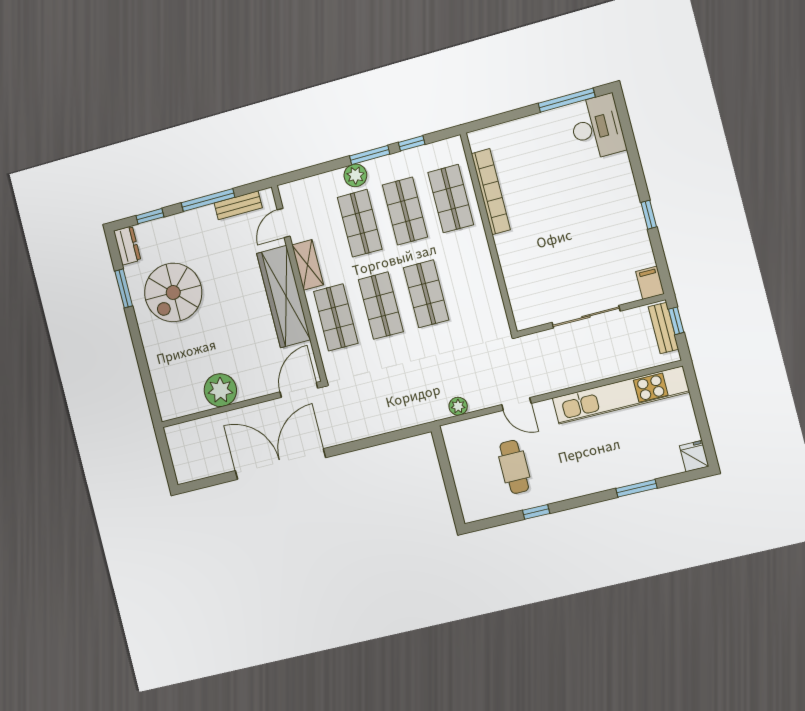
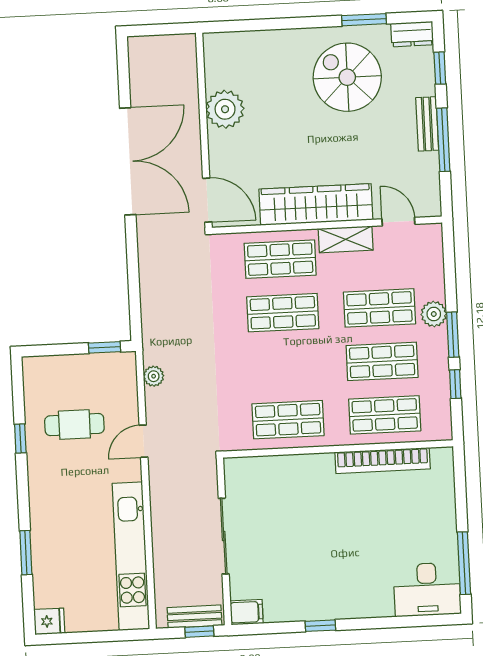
bench: (238, 205) -> (427, 124), moved
shop shelf: (426, 294) -> (288, 420), moved
window: (442, 453) -> (105, 347), added

